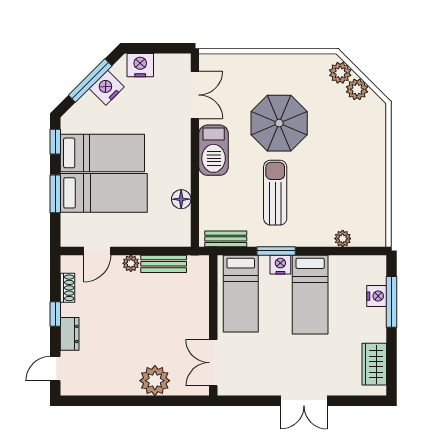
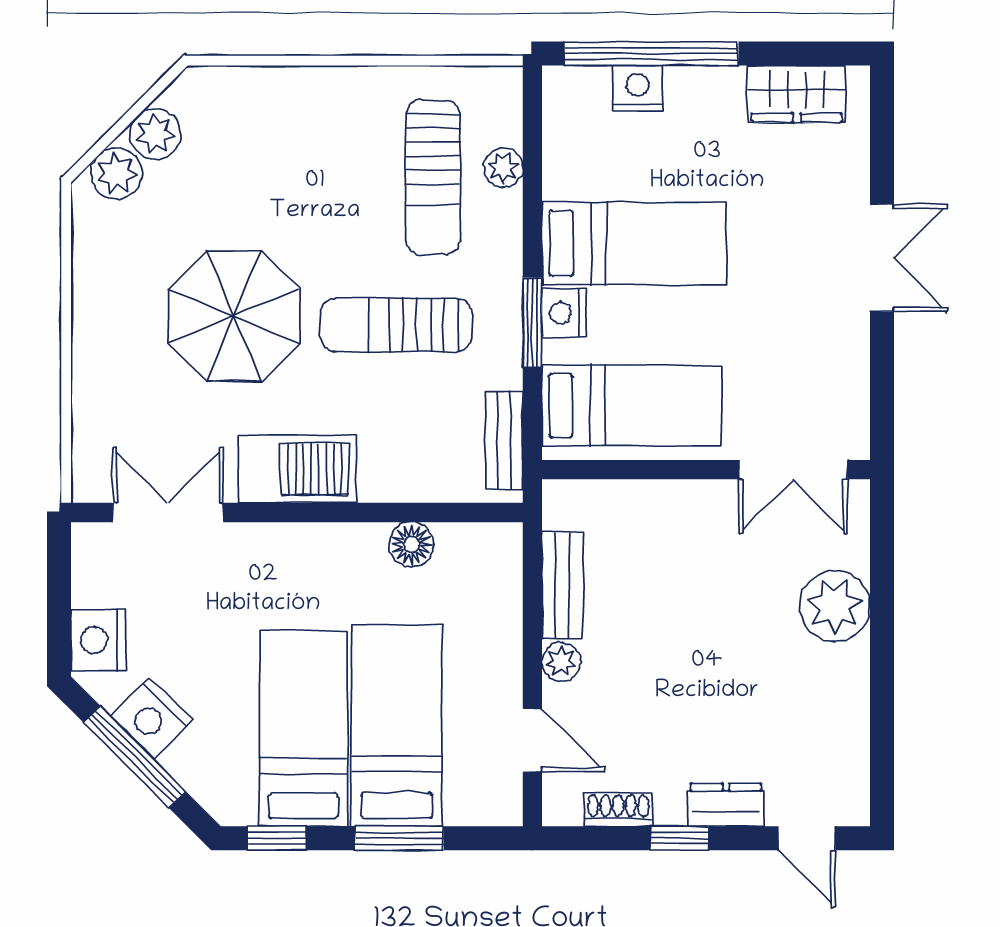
sun lounger: (339, 208) -> (433, 177), added
window: (392, 302) -> (651, 54), width x1.46

